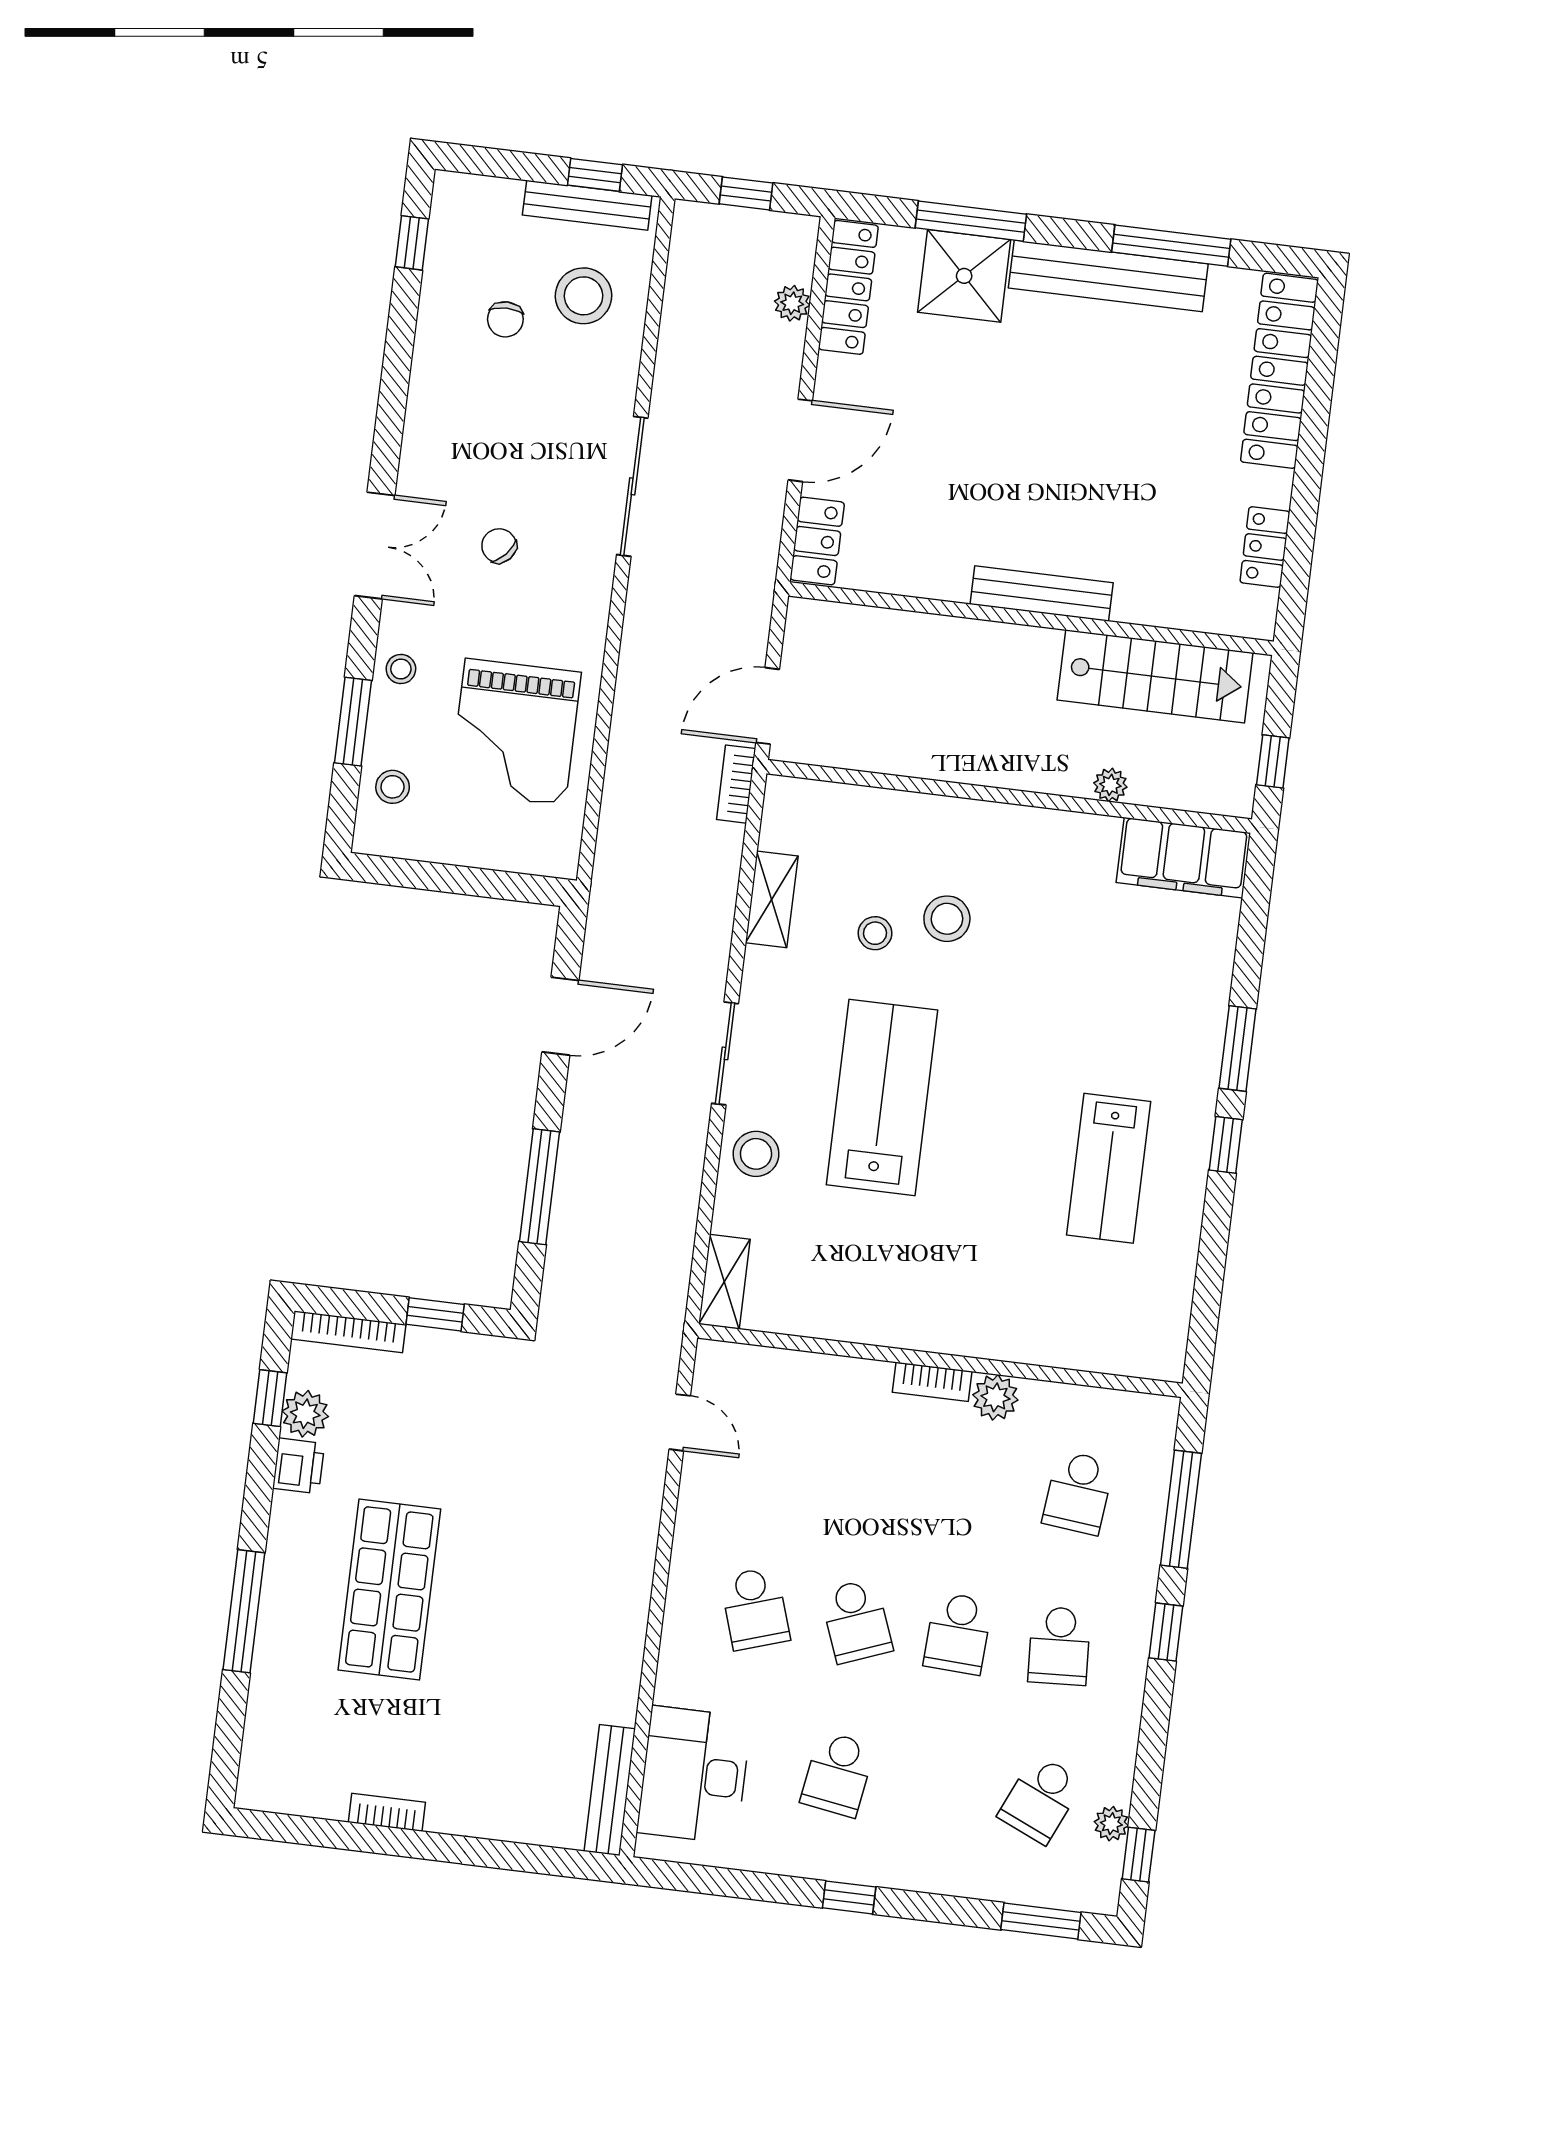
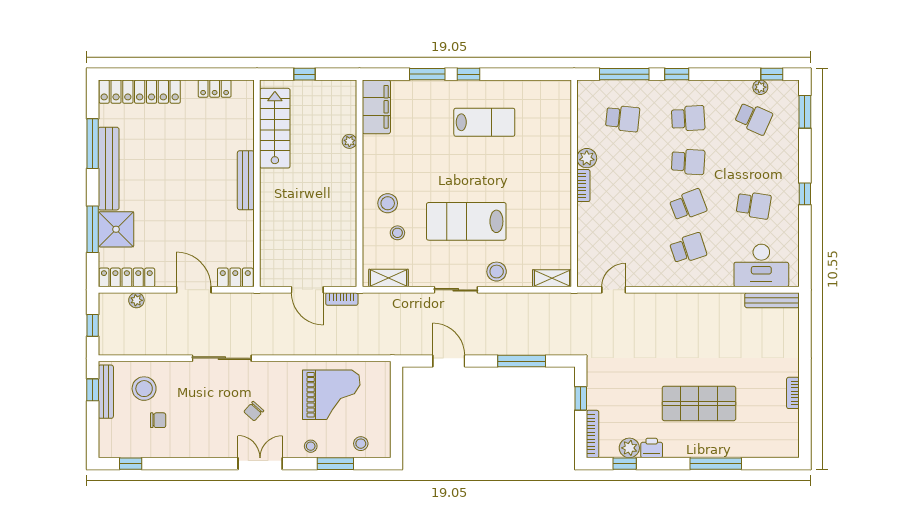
plant: (1110, 785) -> (349, 141), moved
wall: (1009, 796) -> (359, 183), moved
filing cabinet: (1183, 858) -> (376, 107), moved

